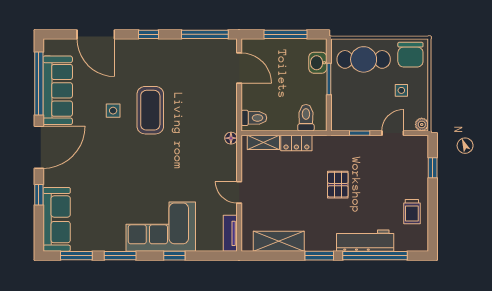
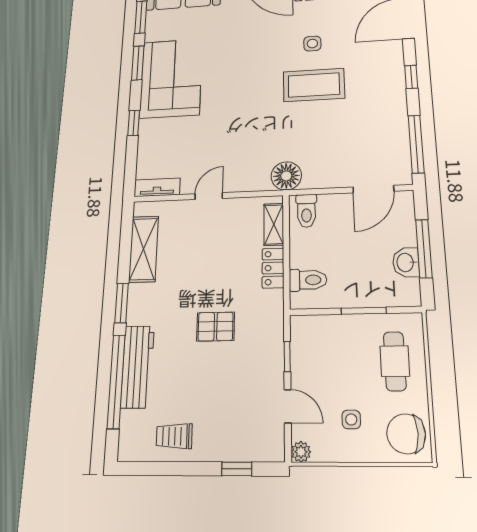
cafe table: (364, 59) -> (395, 361), width x0.73, depth x0.74
washbasin: (318, 63) -> (406, 262), moved, turned -90
floor lamp: (231, 138) -> (286, 176), width x1.89, depth x1.89
corner sofa: (161, 227) -> (171, 78), moved

